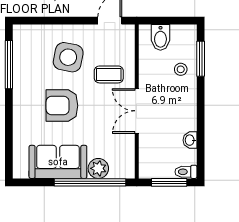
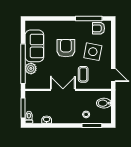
armchair: (26, 47) -> (98, 28), added

